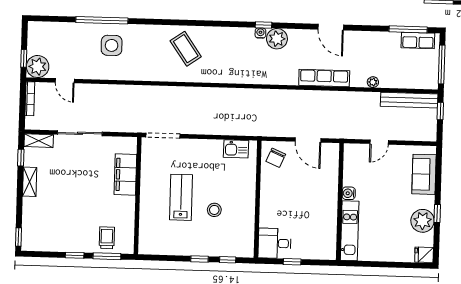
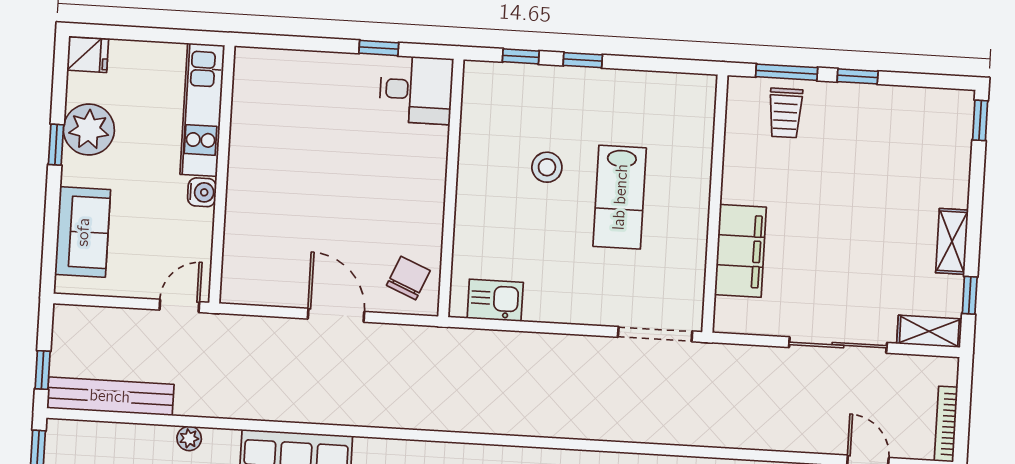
water cooler: (349, 193) -> (202, 192), moved
wall: (340, 202) -> (222, 174), moved
kitchen unit: (350, 231) -> (202, 110), moved

